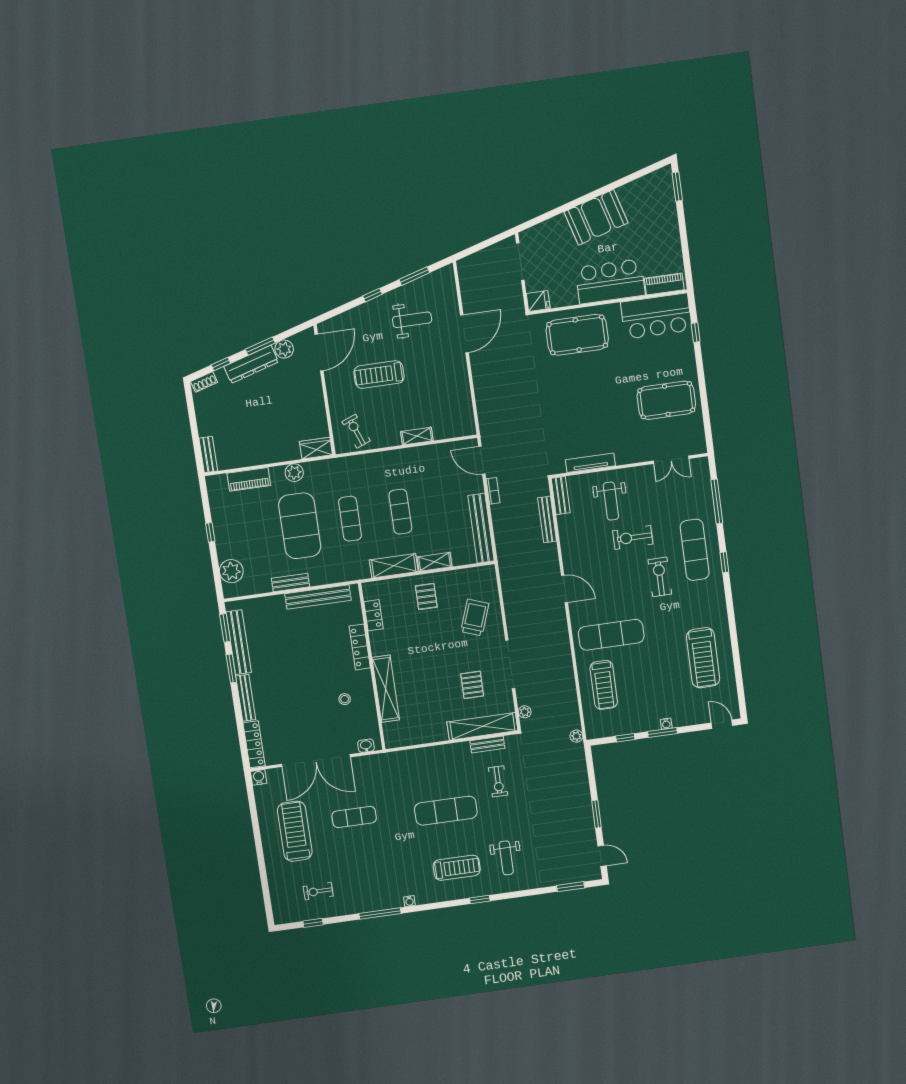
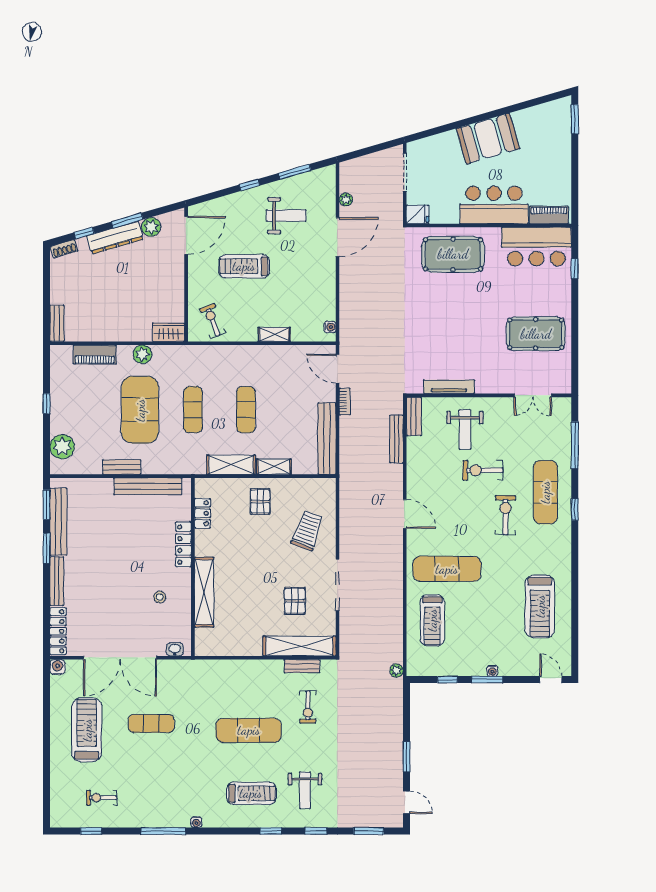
water cooler: (469, 421) -> (330, 327), added
plant: (525, 712) -> (346, 200), moved
window: (522, 894) -> (316, 831), added

